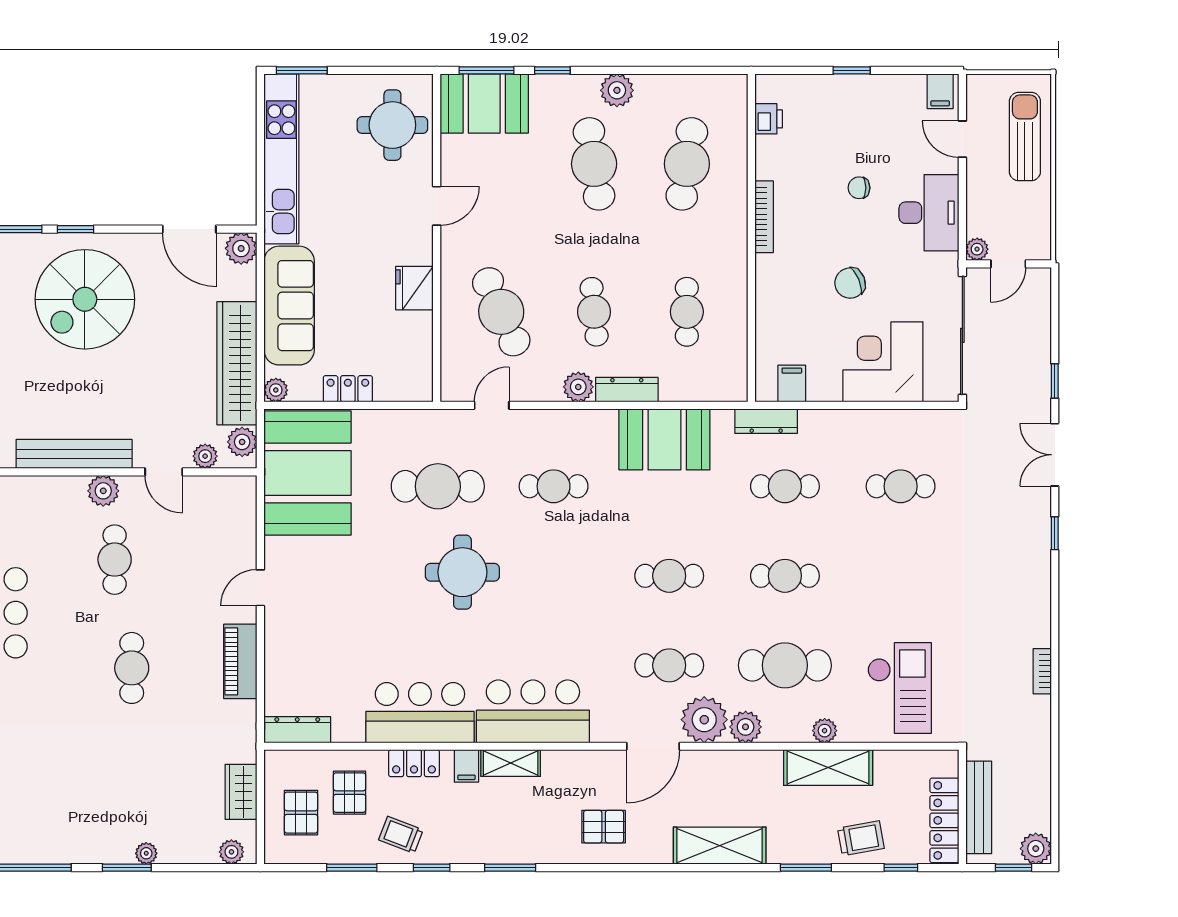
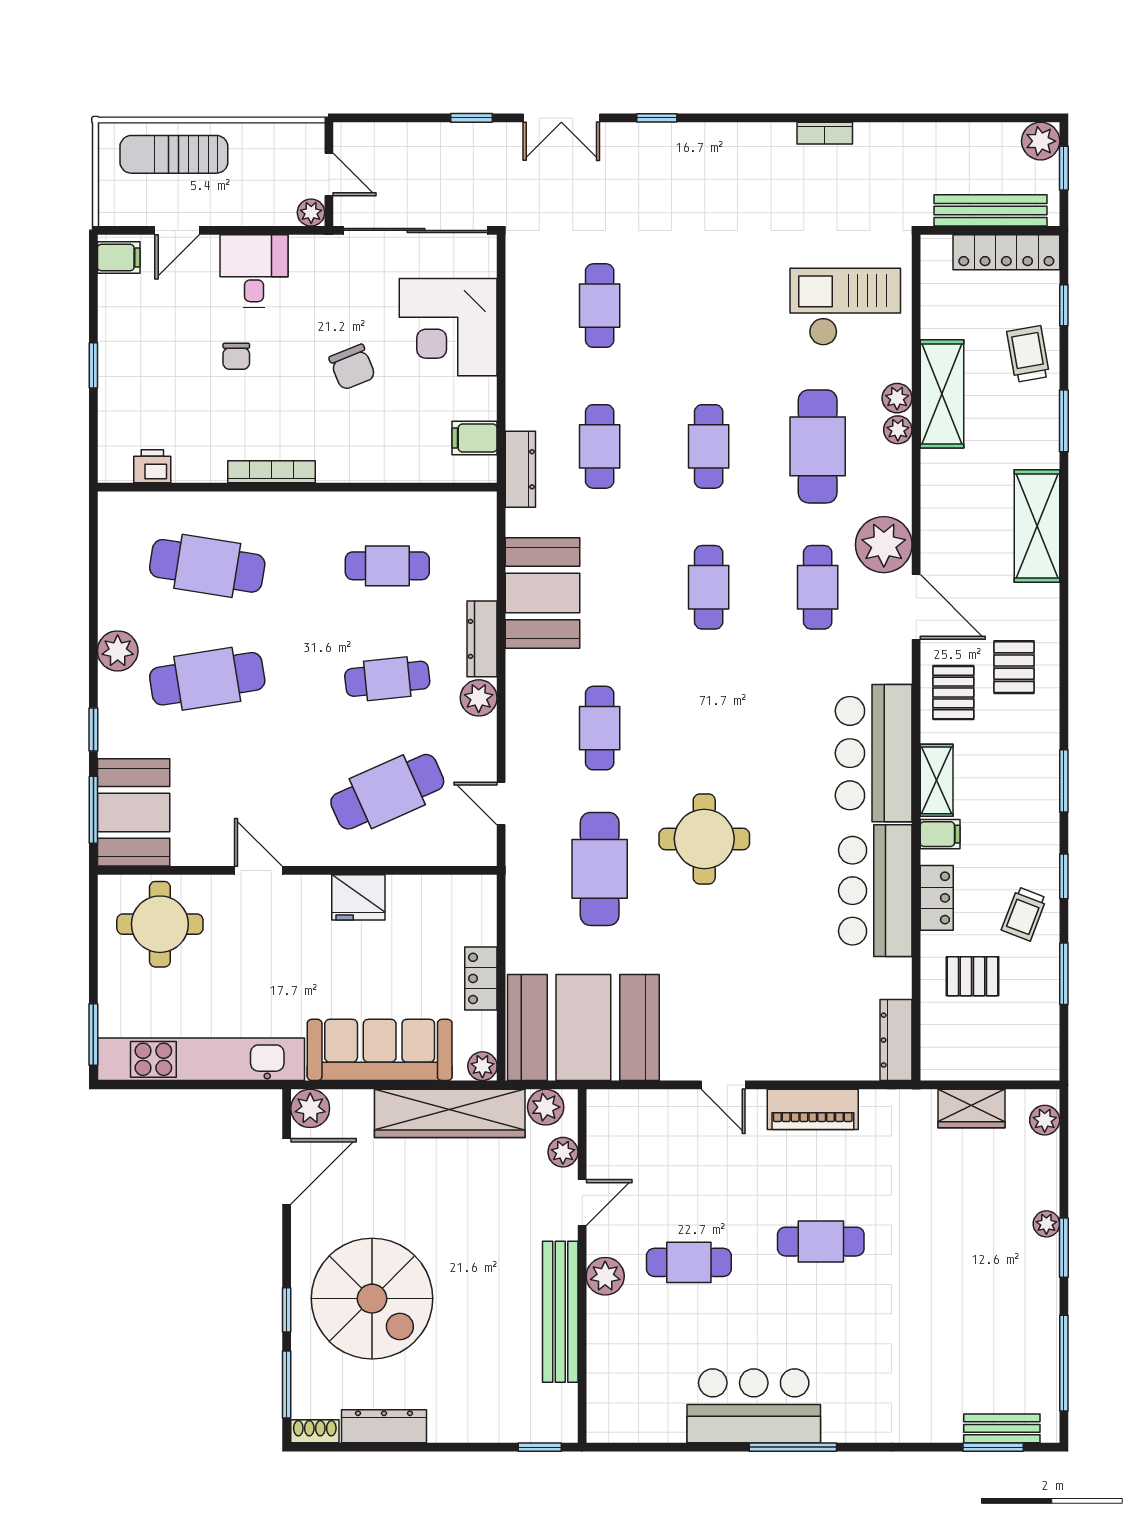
desk: (929, 213) -> (254, 271), width x0.73
plant: (746, 727) -> (898, 430), moved, width x0.73, depth x0.73
pallet: (301, 813) -> (953, 693), moved, turned 90

